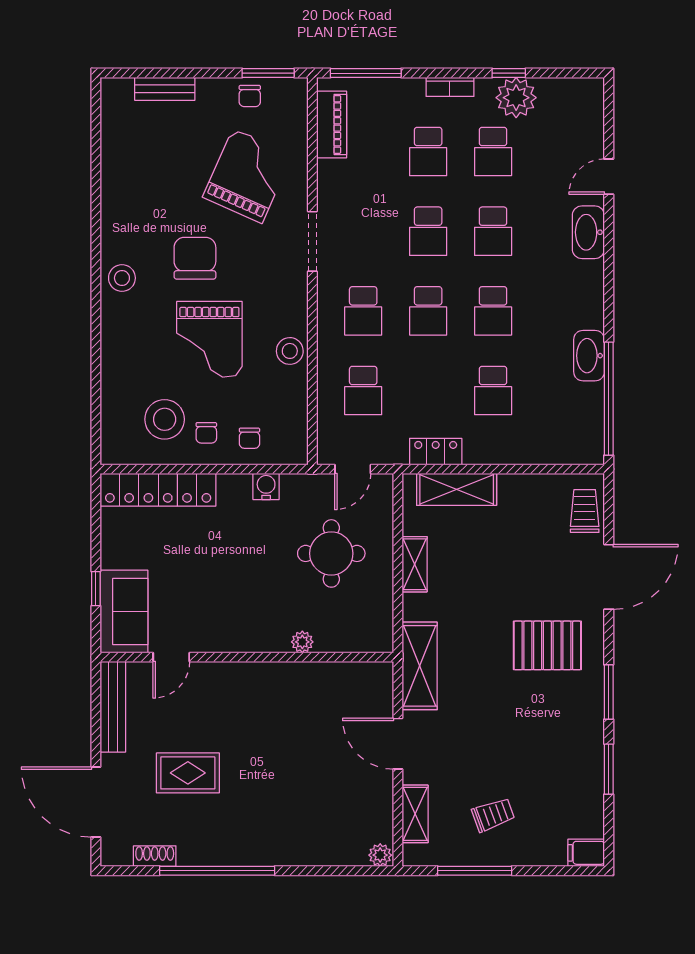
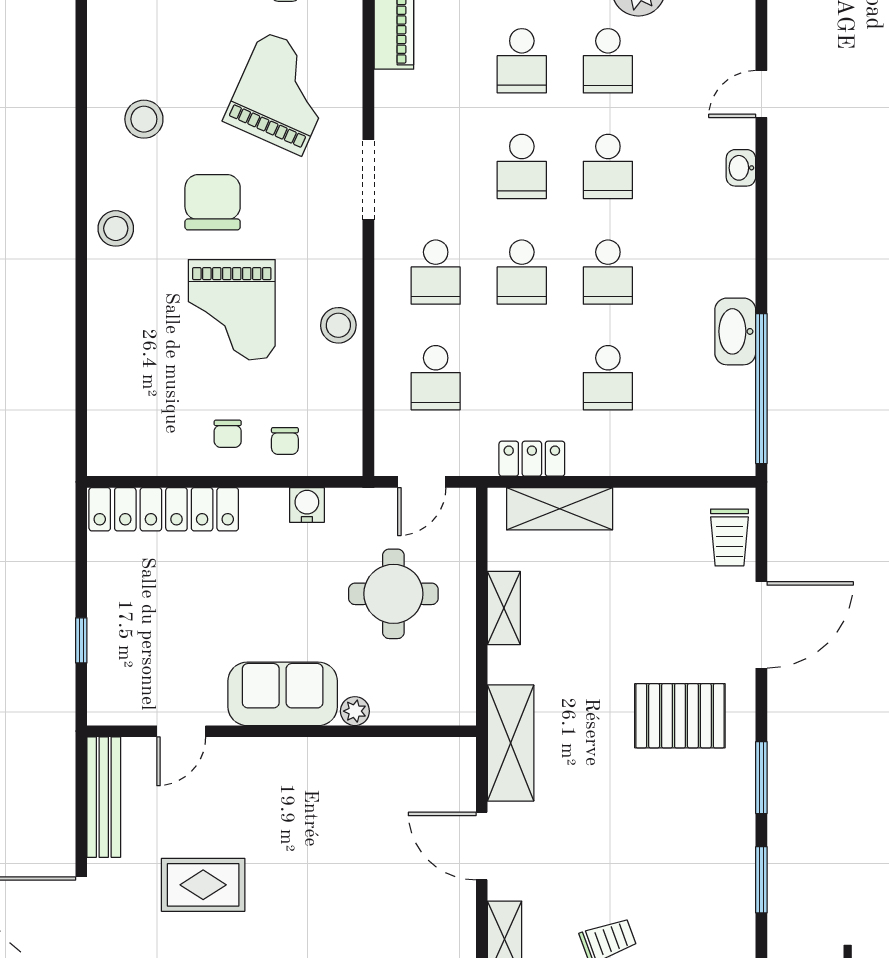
washbasin: (588, 232) -> (741, 168), width x0.52, depth x0.69
stool: (165, 419) -> (144, 119), moved, width x0.73, depth x0.73
trolley: (585, 511) -> (729, 537), turned 180
sofa: (124, 612) -> (283, 694), moved, turned -90

